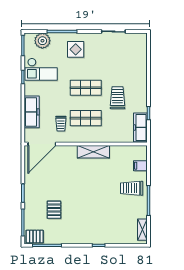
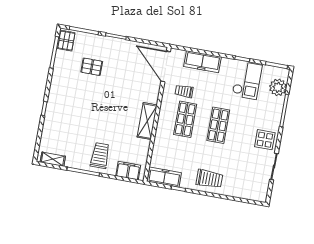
display table: (76, 49) -> (265, 140), moved
checkout: (41, 69) -> (247, 80), turned 180
trolley: (118, 98) -> (209, 179), moved
filing cabinet: (140, 166) -> (128, 171), width x2.00

